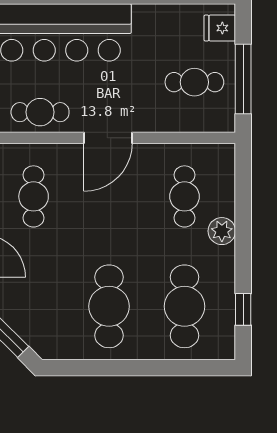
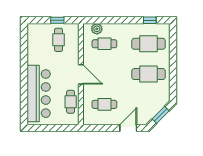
fridge: (220, 28) -> (37, 30), removed
window: (243, 79) -> (57, 20), width x0.46
plant: (222, 231) -> (97, 29), moved

